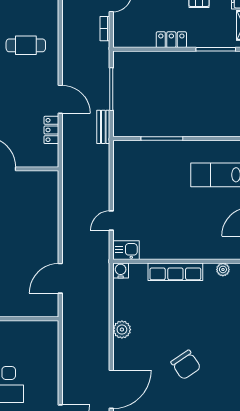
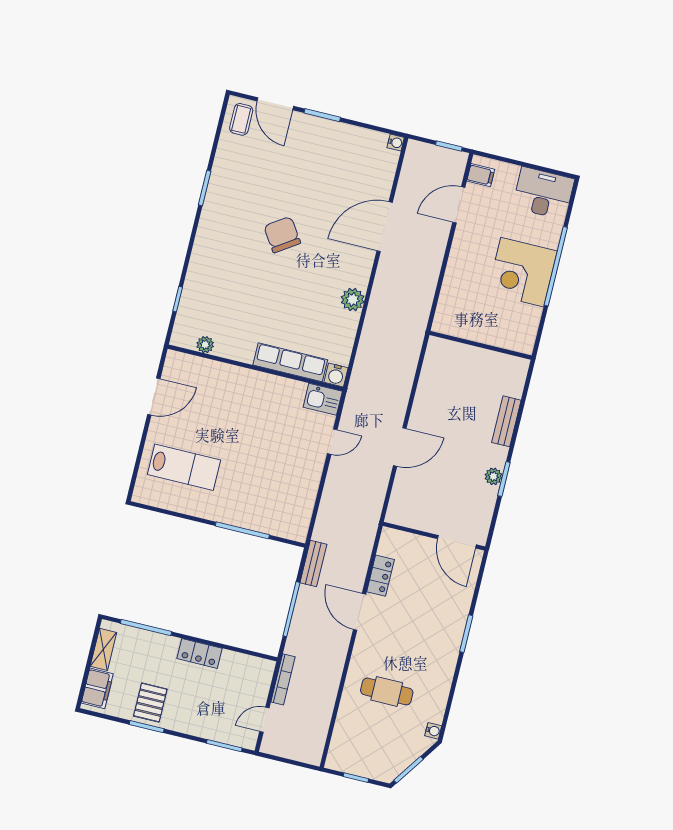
bookcase: (105, 29) -> (283, 679), width x1.56
row of seats: (175, 272) -> (290, 362), moved
door: (60, 278) -> (400, 447), moved

